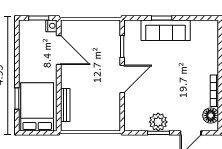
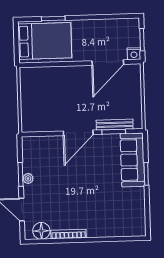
sofa: (166, 30) -> (132, 160), moved
door: (122, 79) -> (78, 133), hinge flipped
bench: (65, 105) -> (115, 125), moved
plant: (158, 122) -> (28, 178), width x0.53, depth x0.53

